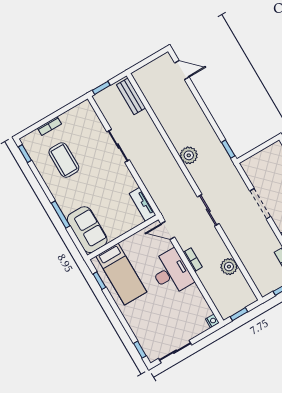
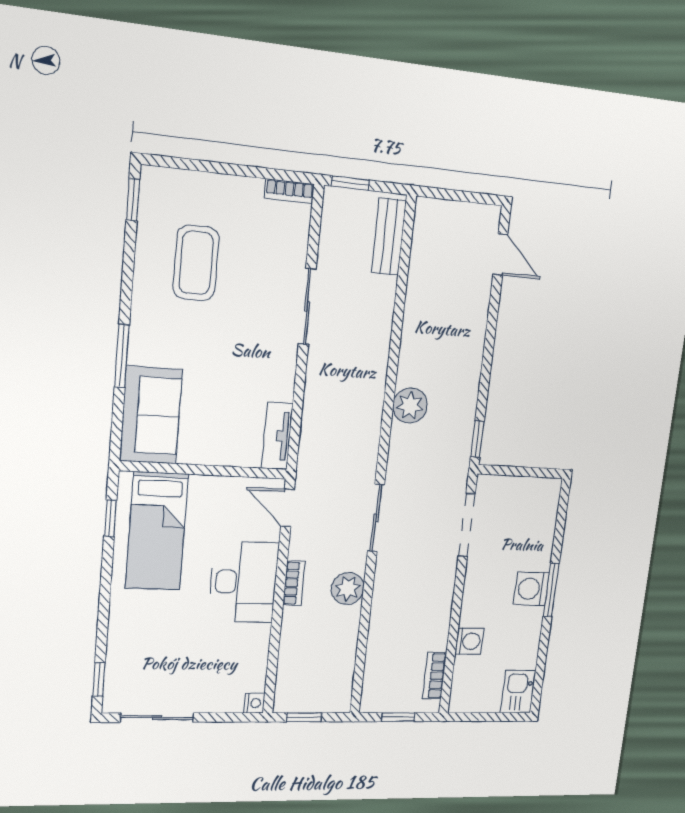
bookcase: (49, 126) -> (289, 191), moved
doorway: (260, 204) -> (467, 525), moved
plant: (229, 267) -> (348, 589), moved

